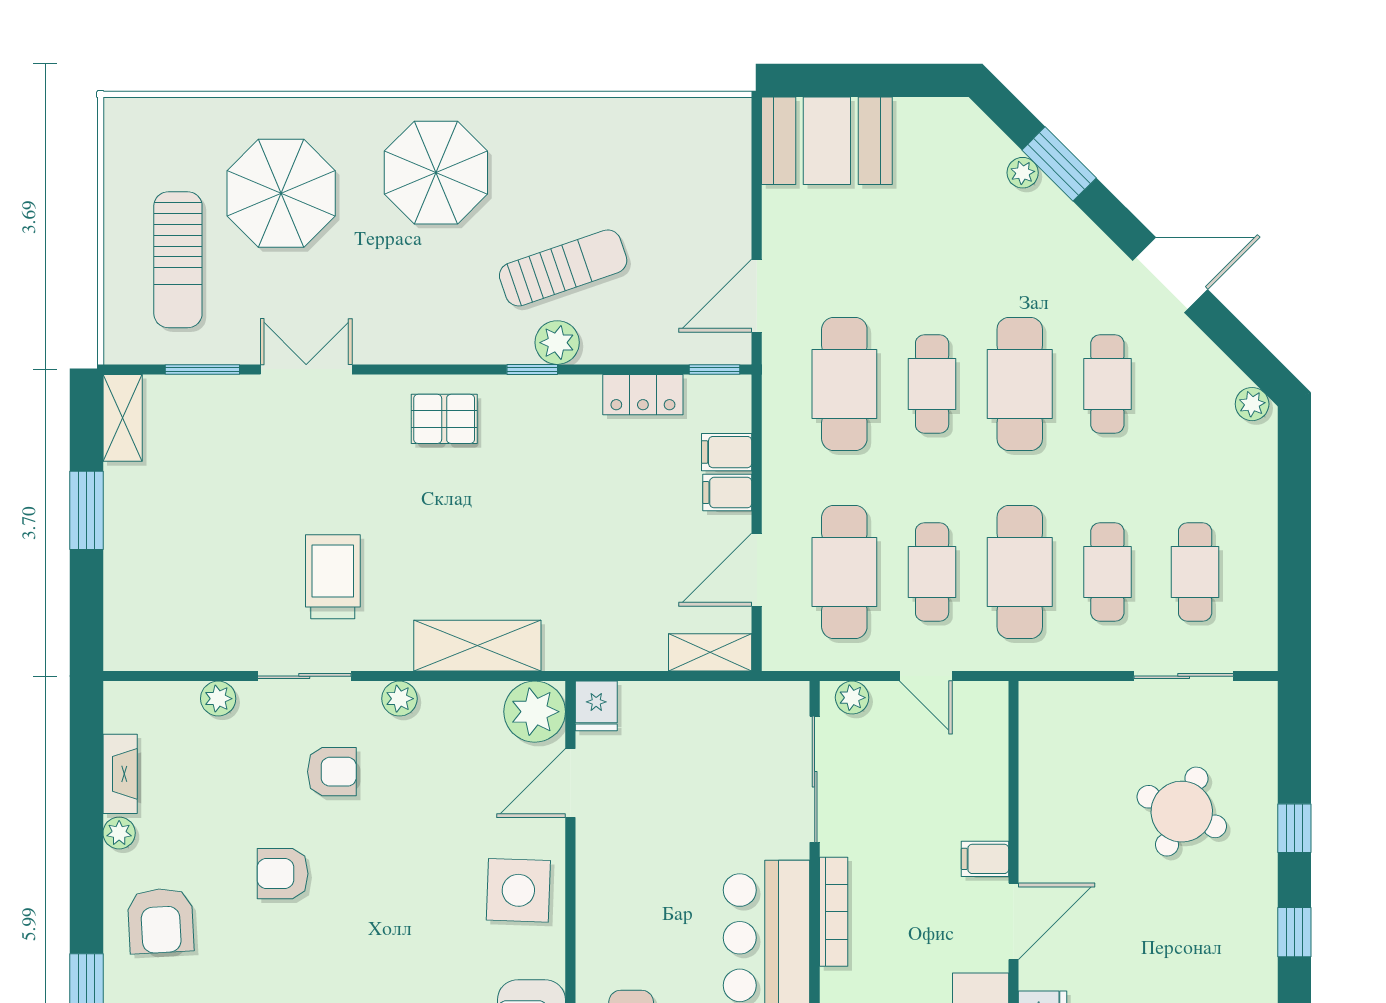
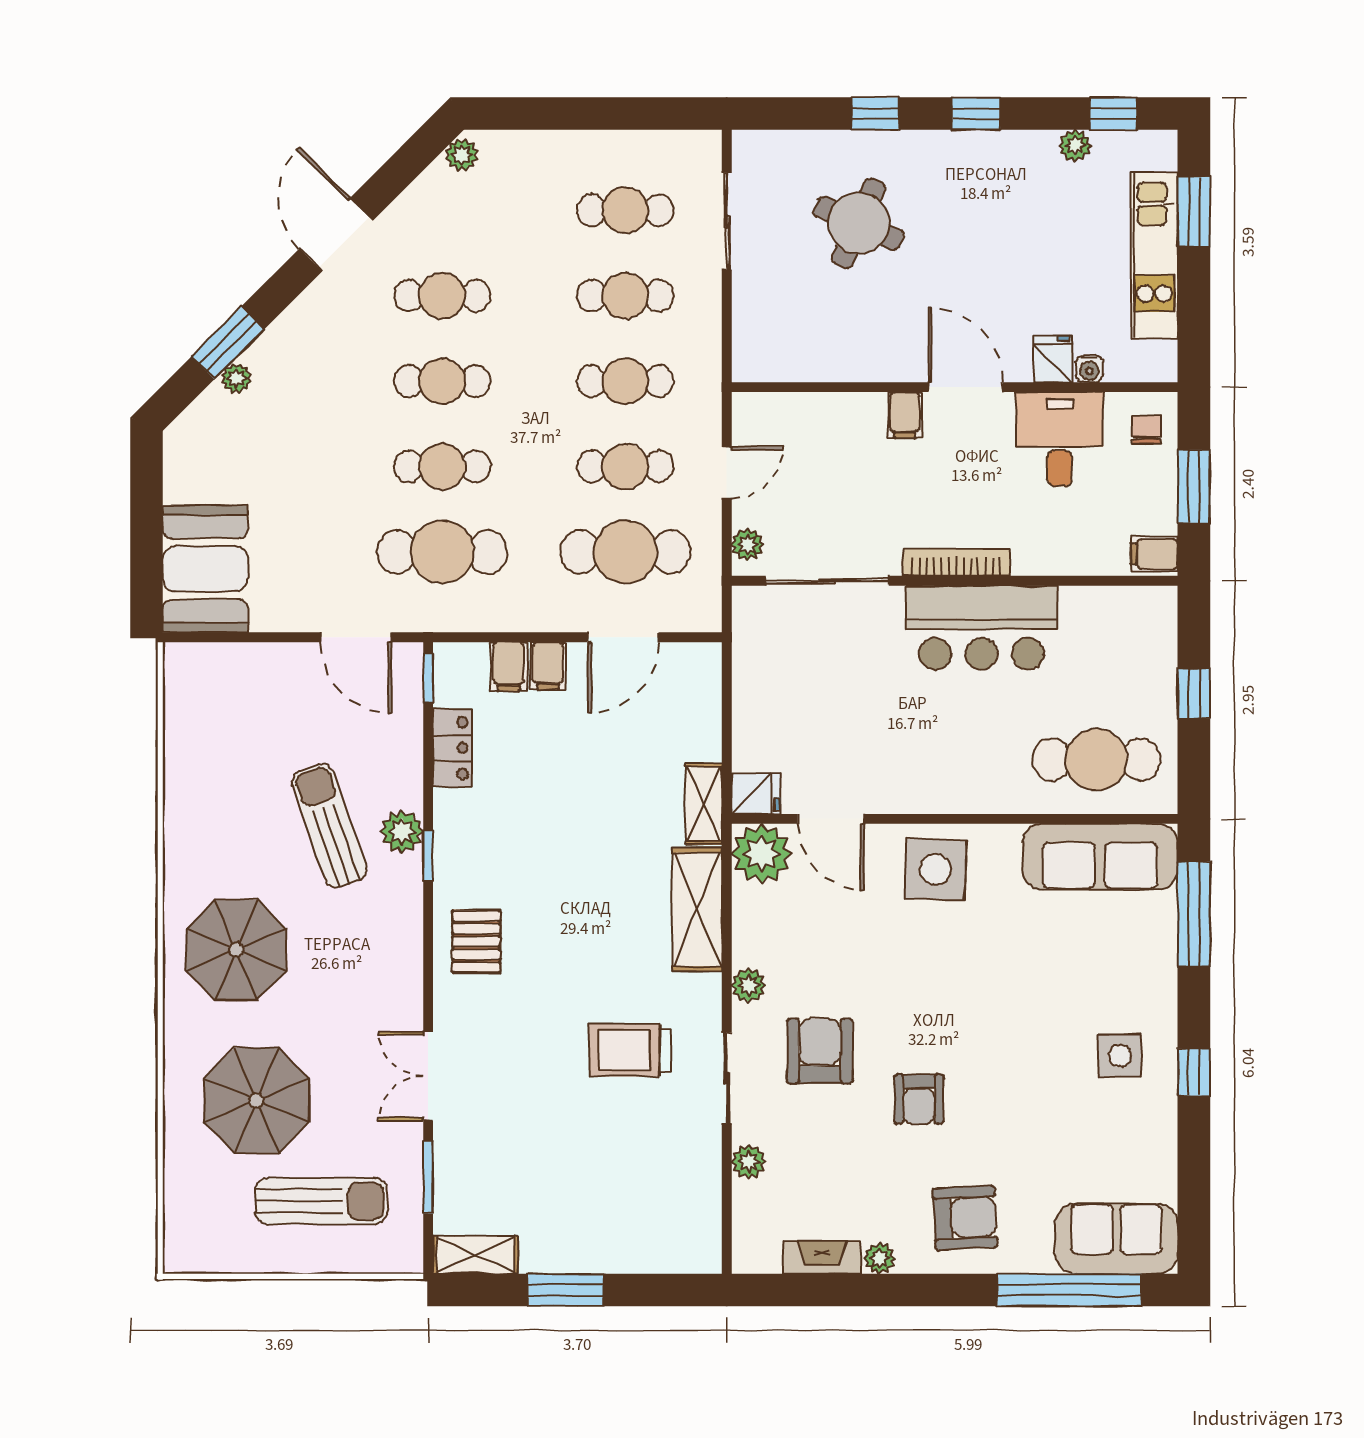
cafe table: (1020, 384) -> (442, 381), width x0.73, depth x0.74
door: (757, 570) -> (623, 637), hinge flipped
cafe table: (1020, 572) -> (625, 381), width x0.73, depth x0.74
shelving: (710, 652) -> (704, 804), moved
armchair: (332, 772) -> (820, 1051), width x1.38, depth x1.38

